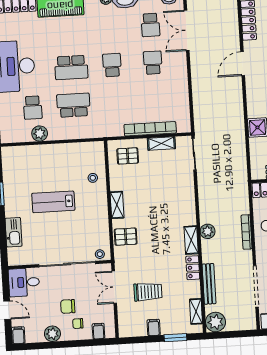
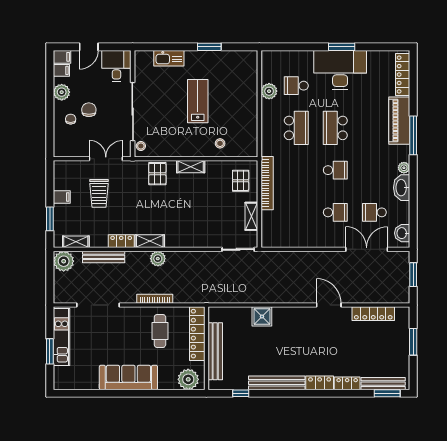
bookcase: (150, 129) -> (267, 183), moved
filing cabinet: (98, 331) -> (61, 70), moved

